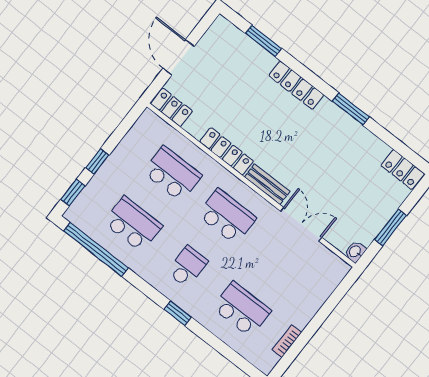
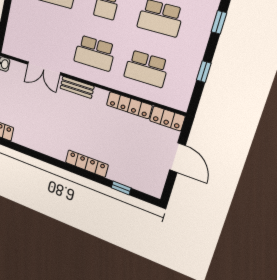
window: (264, 41) -> (121, 188), width x0.67
window: (351, 109) -> (46, 159), removed
locker: (227, 151) -> (129, 105), moved
window: (97, 161) -> (204, 72), moved

